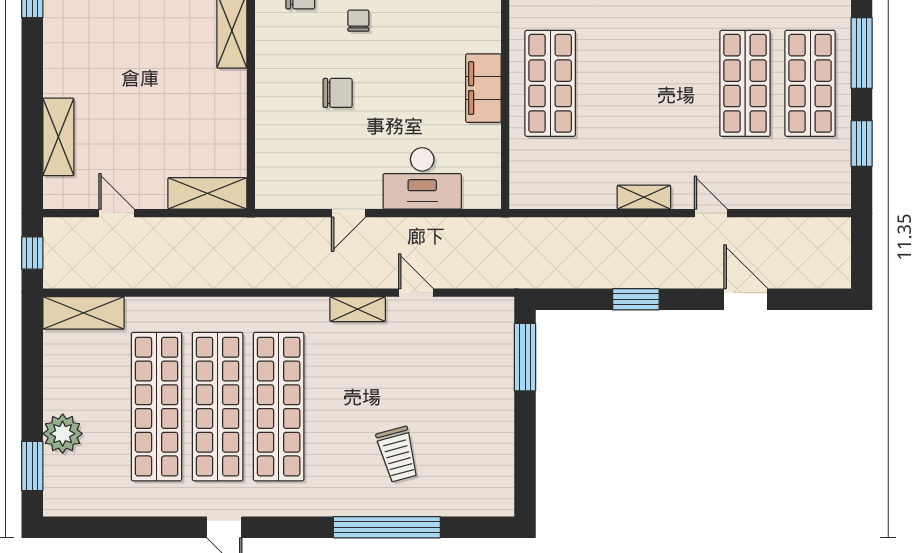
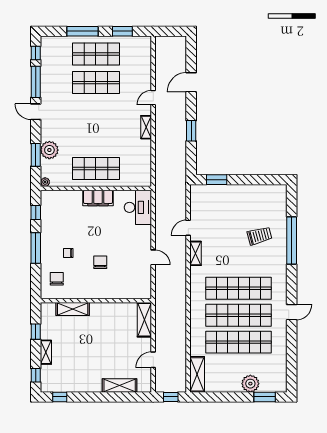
desk: (422, 178) -> (138, 207), moved
window: (525, 357) -> (217, 180), width x0.69

